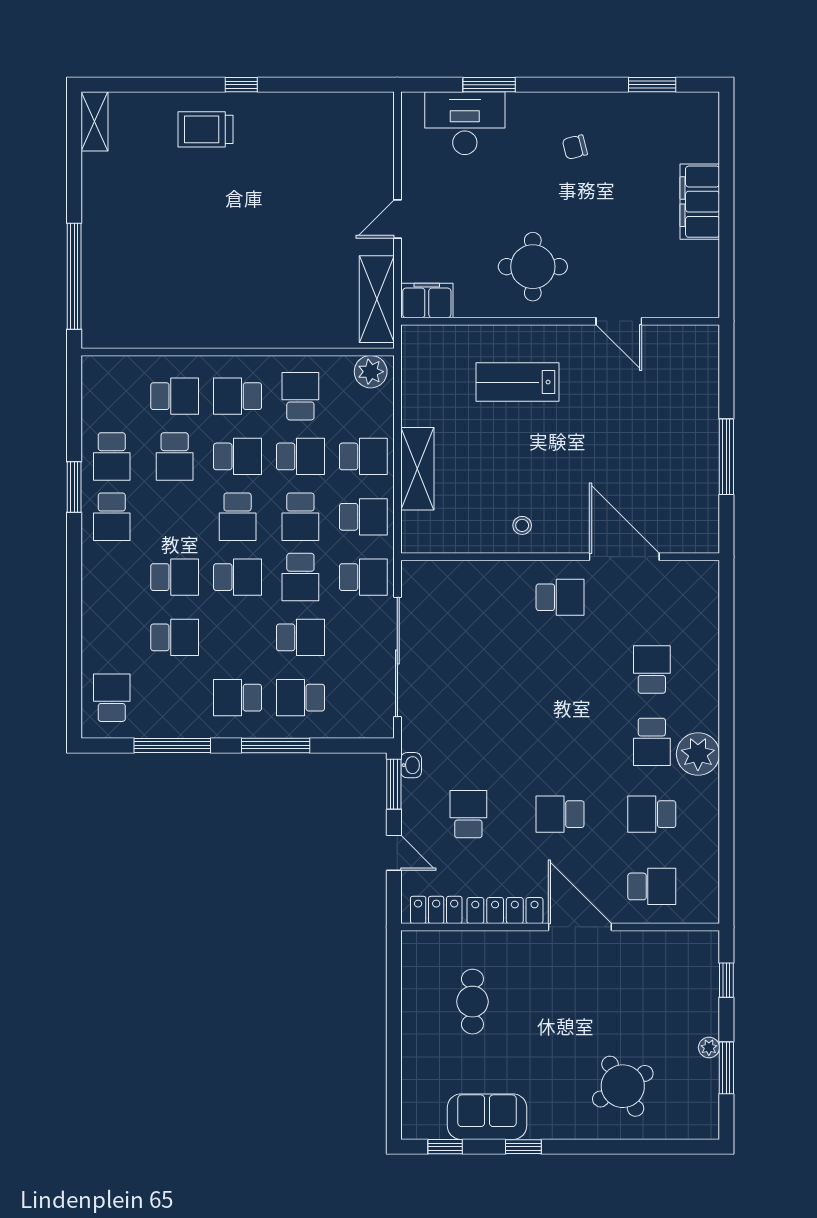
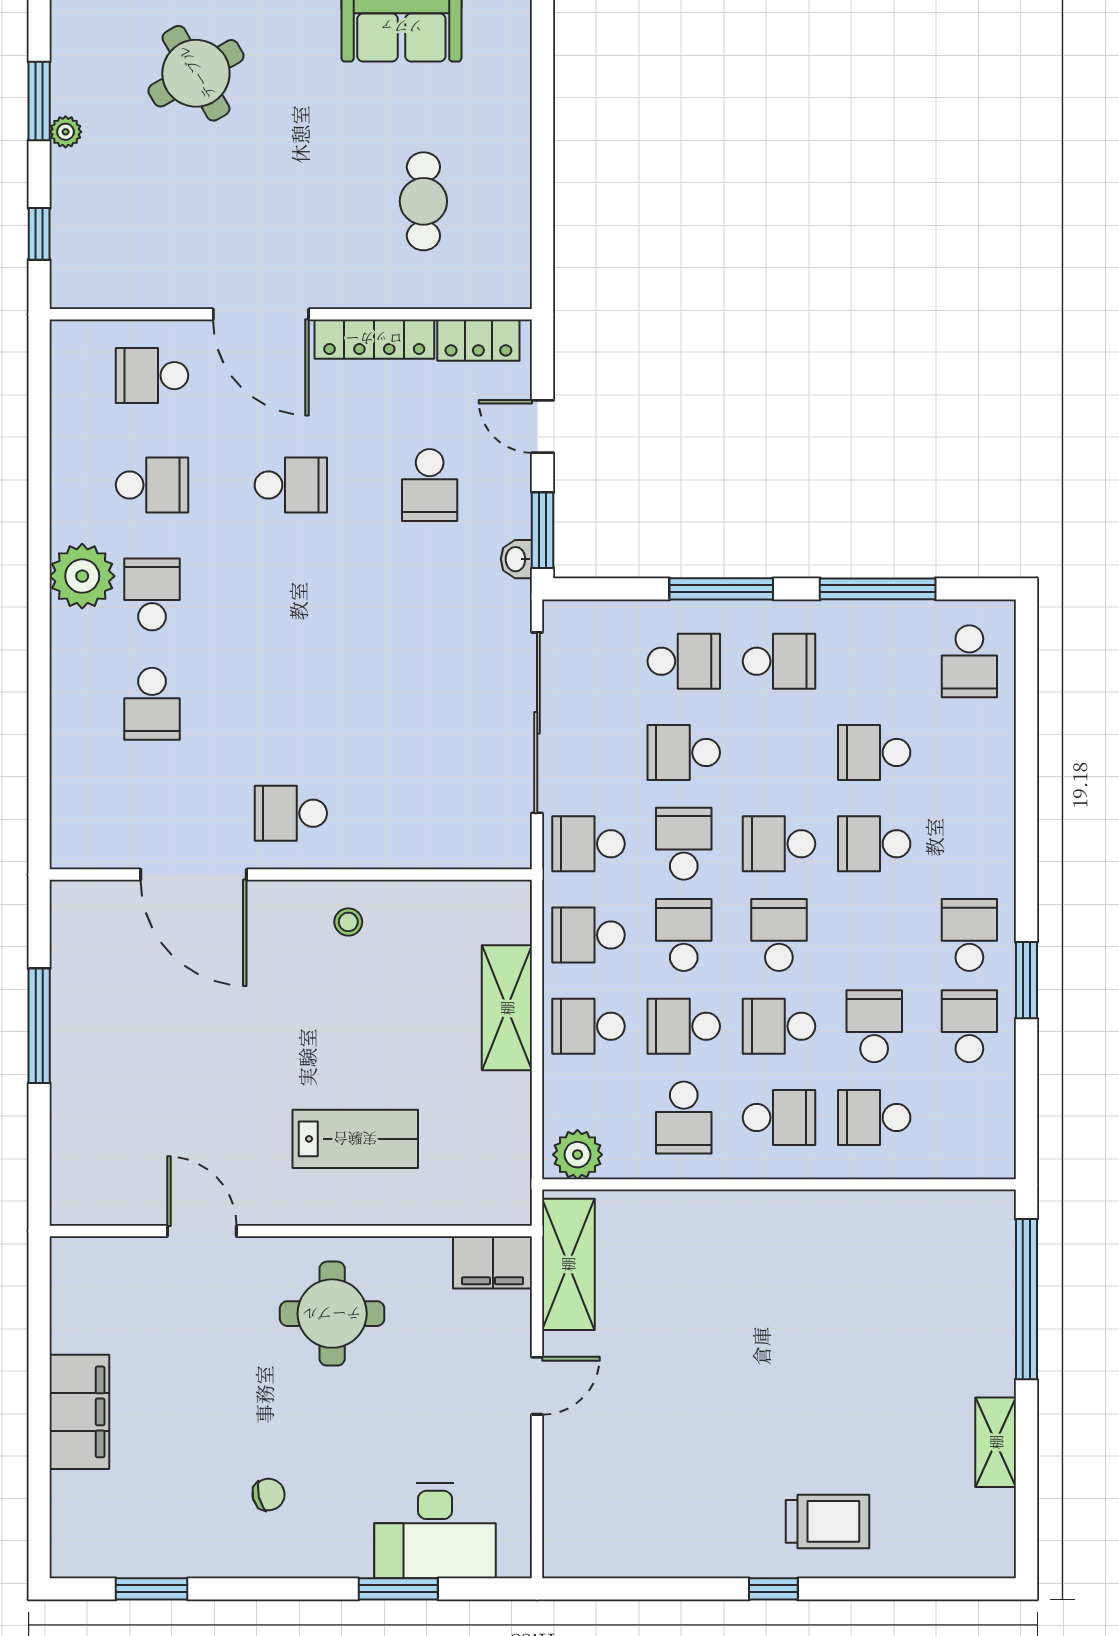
shelving: (94, 121) -> (996, 1442), moved

